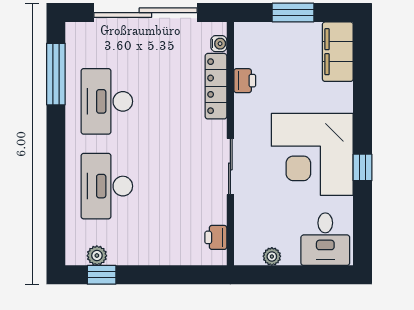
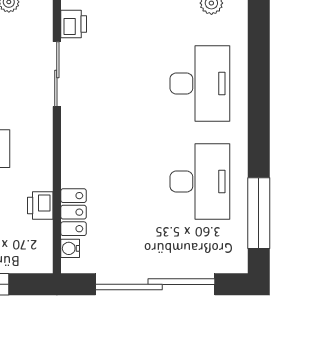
locker: (216, 86) -> (74, 212), width x0.66
sliding door: (230, 166) -> (57, 74), moved

